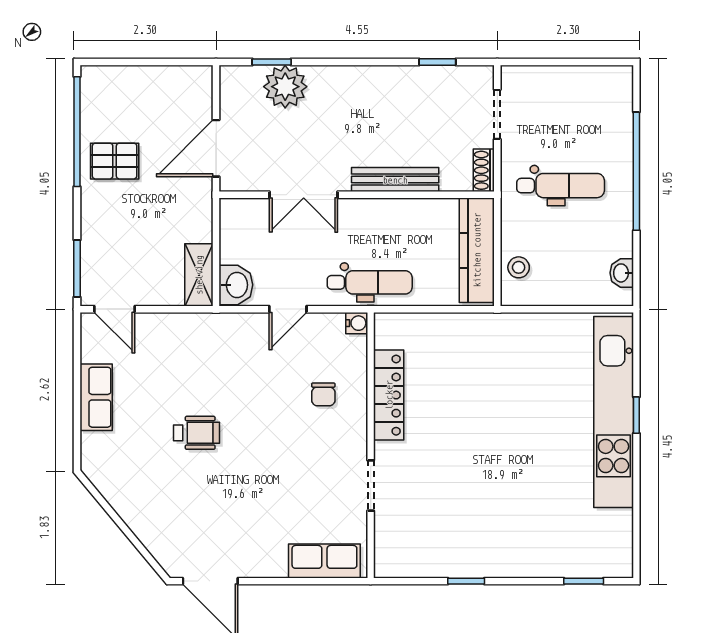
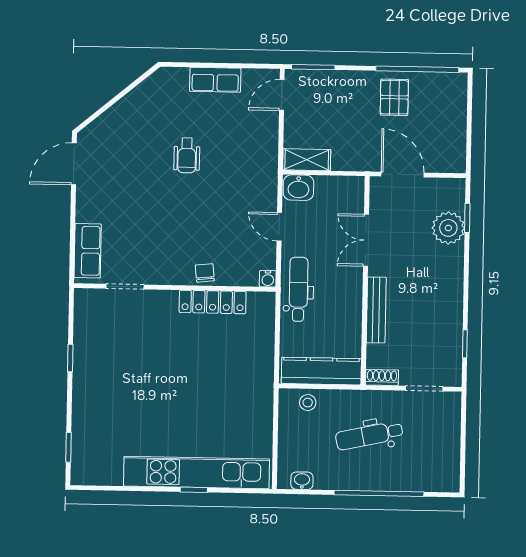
dental chair: (561, 186) -> (369, 436), turned 78
dental chair: (370, 282) -> (298, 289), turned 180
chair: (323, 394) -> (205, 273), moved, turned 84
doorway: (371, 485) -> (125, 287), moved

